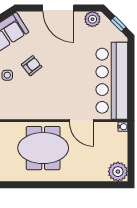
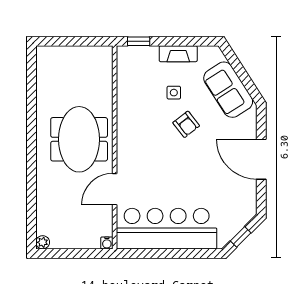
door: (58, 8) -> (261, 159), hinge flipped
plant: (92, 19) -> (247, 203), removed
plant: (118, 172) -> (43, 242), width x0.53, depth x0.53

